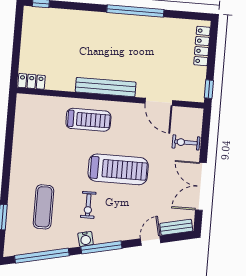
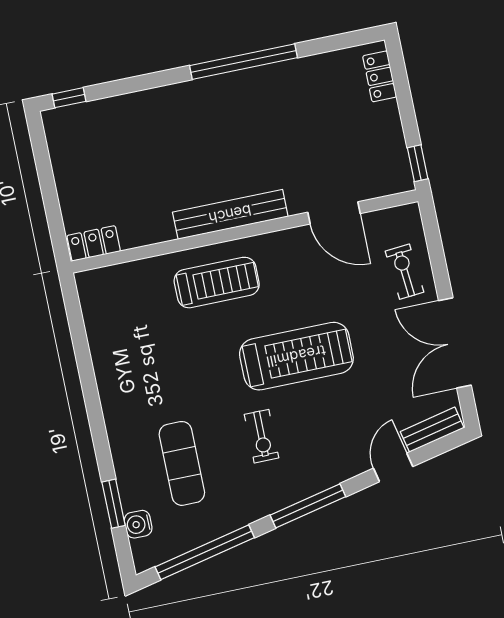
locker: (202, 46) -> (380, 76), width x0.66
exercise bike: (186, 142) -> (405, 272), turned 85
water cooler: (86, 239) -> (138, 524), moved, turned 103

